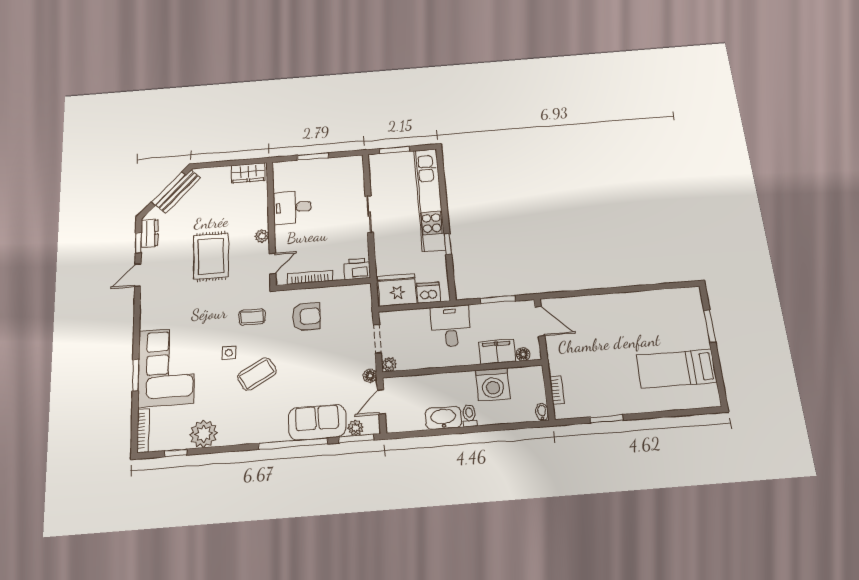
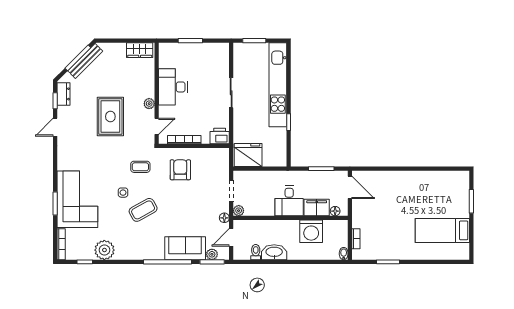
desk: (292, 207) -> (173, 87), width x1.37
dishwasher: (429, 293) -> (271, 159), removed
armchair: (306, 317) -> (180, 170), turned -90
desk: (451, 326) -> (289, 201), moved, turned 180
toilet: (469, 416) -> (256, 252), moved

